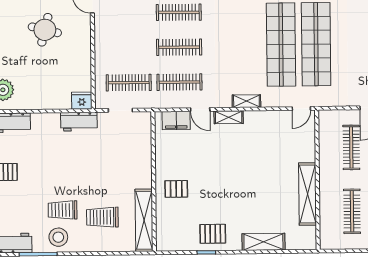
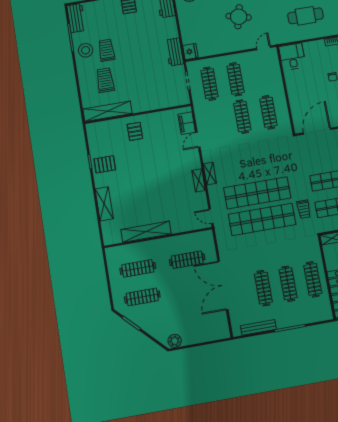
clothes rail: (179, 82) -> (236, 79), moved
shelving: (229, 117) -> (199, 180), moved
pallet: (213, 234) -> (105, 164), turned 90

